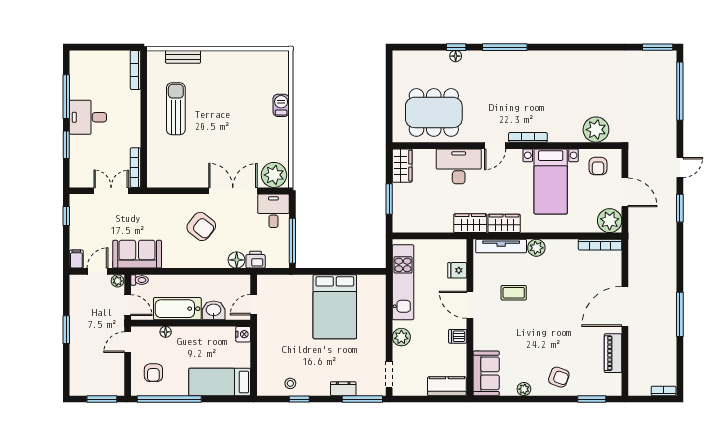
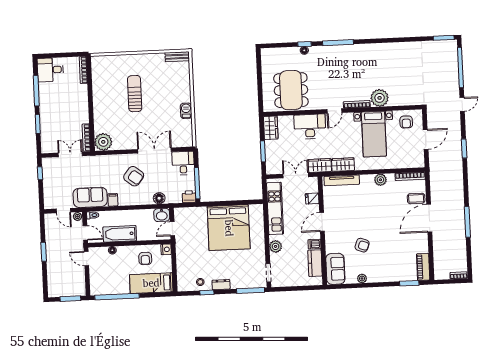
bench: (183, 57) -> (177, 57), moved
barbecue: (281, 105) -> (186, 111), moved
sun lounger: (176, 109) -> (135, 94), moved
dining table: (434, 112) -> (291, 90), turned 90
desk: (88, 117) -> (50, 70), moved
plant: (596, 130) -> (380, 98), moved
door: (680, 167) -> (462, 104), moved
plant: (274, 175) -> (103, 142), moved
door: (625, 192) -> (426, 139), hinge flipped
plant: (610, 221) -> (416, 159), removed
double door: (435, 236) -> (296, 175), added
plant: (536, 248) -> (380, 180), moved
filing cabinet: (76, 259) -> (113, 200), moved
printer: (256, 260) -> (189, 197), moved
door: (98, 271) -> (63, 211), swing flipped
coffee table: (514, 293) -> (416, 198), moved
door: (470, 305) -> (322, 222), hinge flipped
bed: (335, 307) -> (229, 228), width x1.36
washbasin: (214, 310) -> (162, 215), moved, turned 180
door: (128, 342) -> (86, 259), hinge flipped
piano: (613, 353) -> (423, 267), moved
armchair: (153, 373) -> (145, 258), moved
armchair: (559, 377) -> (362, 245), moved
kitchen counter: (447, 386) -> (315, 263), moved, turned -90
dresser: (343, 389) -> (221, 285), moved

